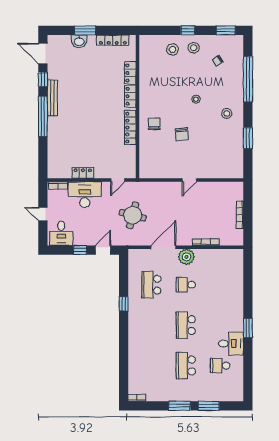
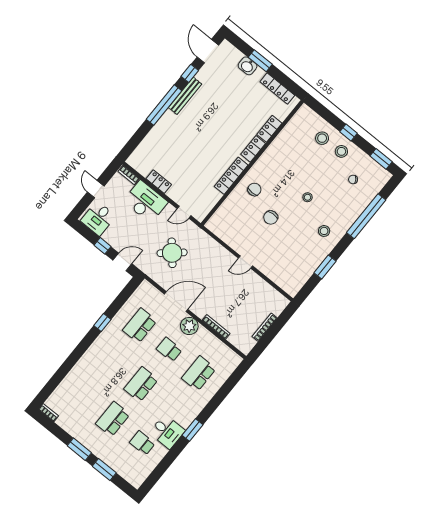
round table: (133, 215) -> (172, 253), turned 35
school desk: (220, 285) -> (199, 373), added

